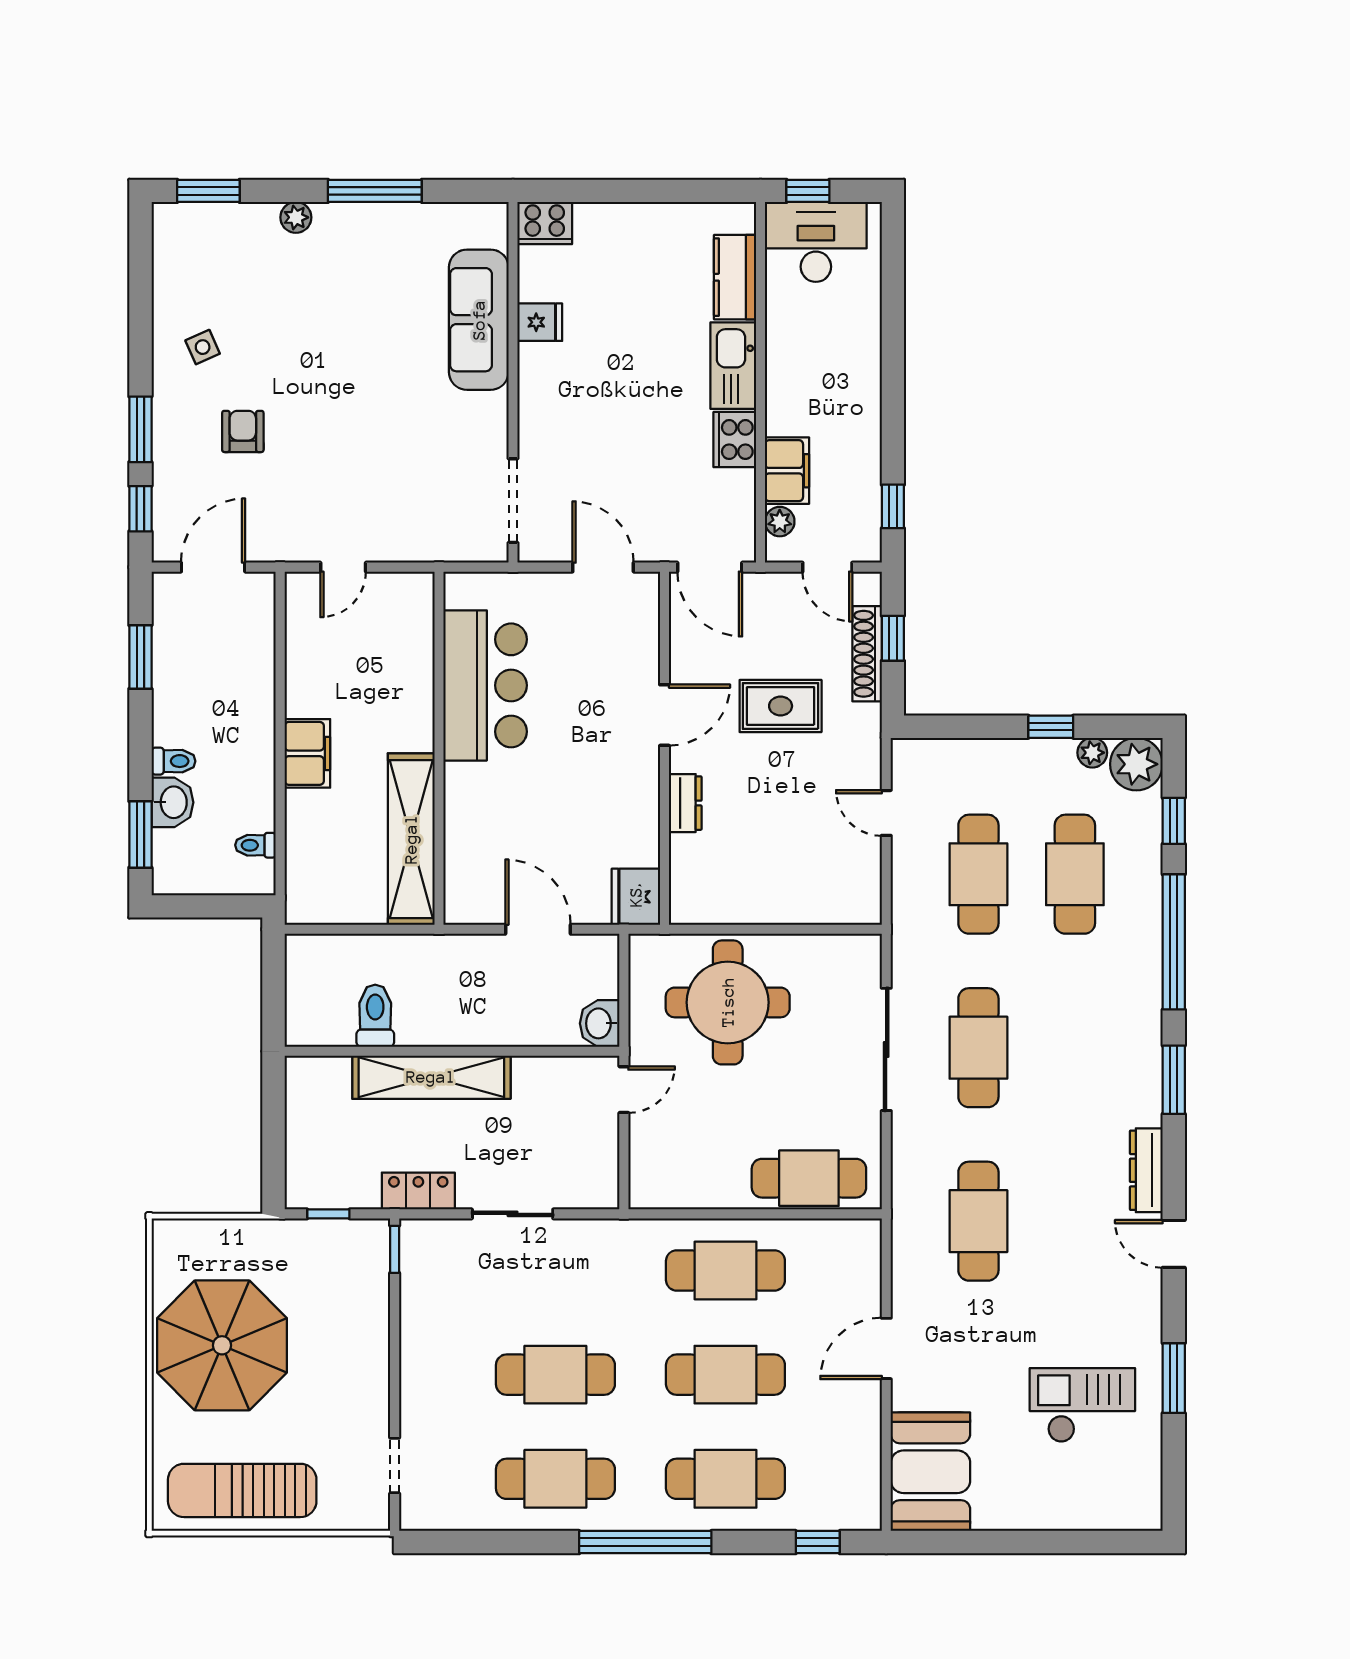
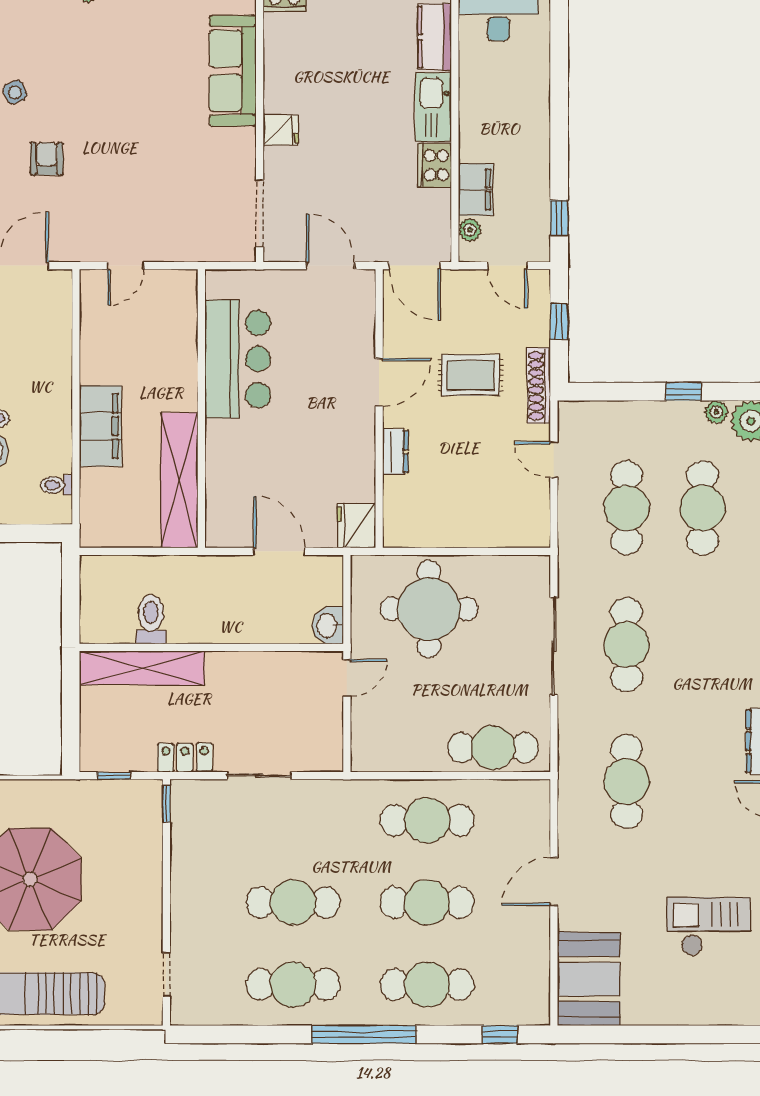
fridge: (540, 322) -> (281, 130), moved
shoe rack: (867, 654) -> (539, 386), moved
filing cabinet: (307, 753) -> (100, 426), width x1.50, depth x1.17
shelving: (431, 1077) -> (142, 668), moved

